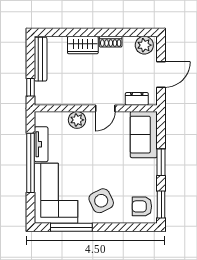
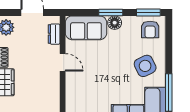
plant: (77, 120) -> (73, 87), removed
floor lamp: (150, 167) -> (115, 23), added

